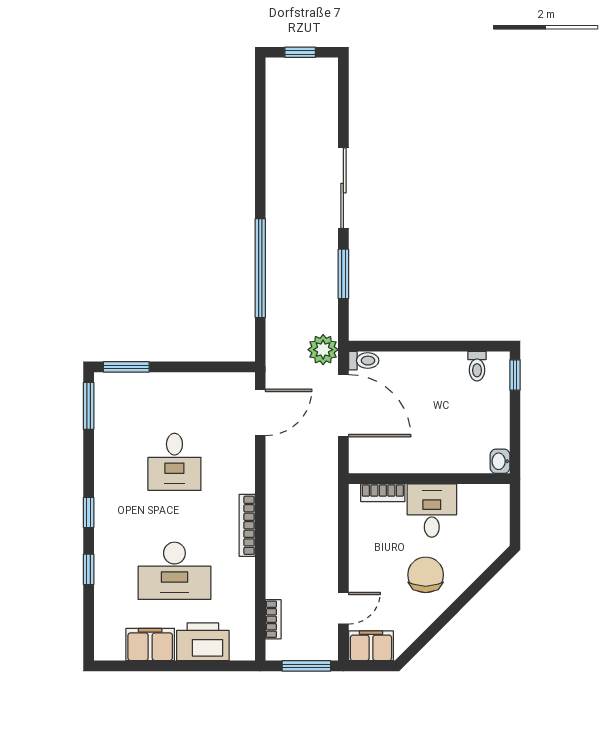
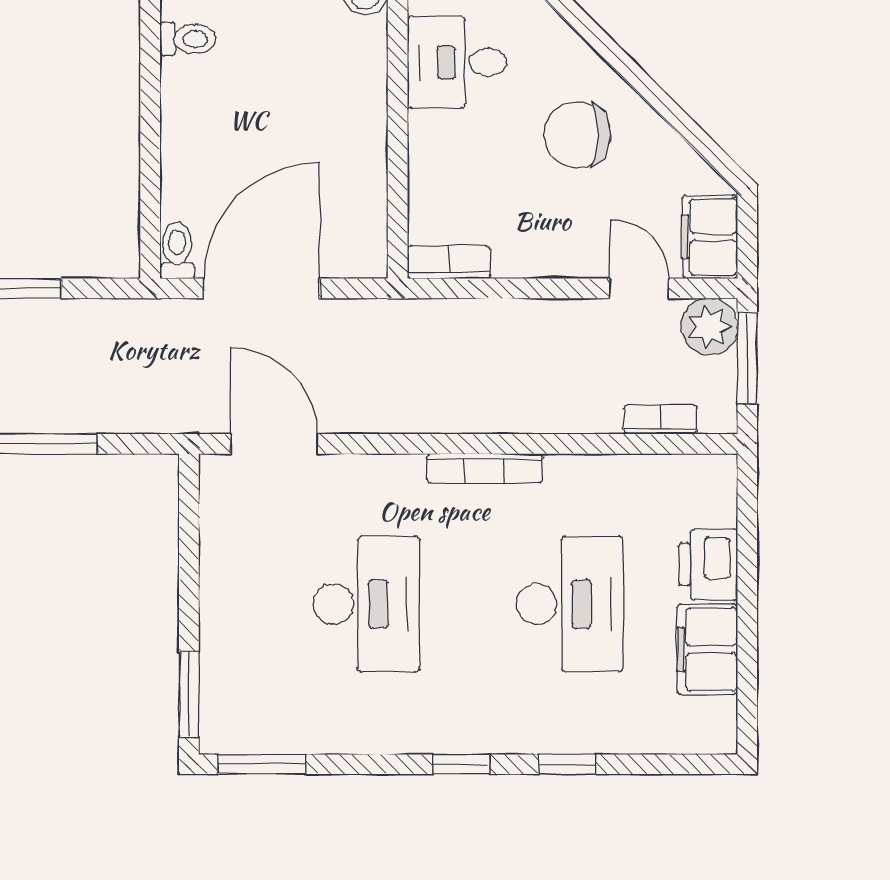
plant: (323, 350) -> (709, 327), moved
desk: (174, 462) -> (366, 604), width x1.37
bookcase: (383, 493) -> (449, 262), moved, turned -90
desk: (432, 511) -> (457, 62), moved
printer: (203, 642) -> (708, 564), width x0.73, depth x0.84

